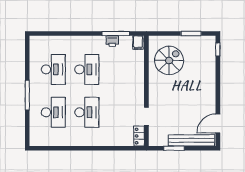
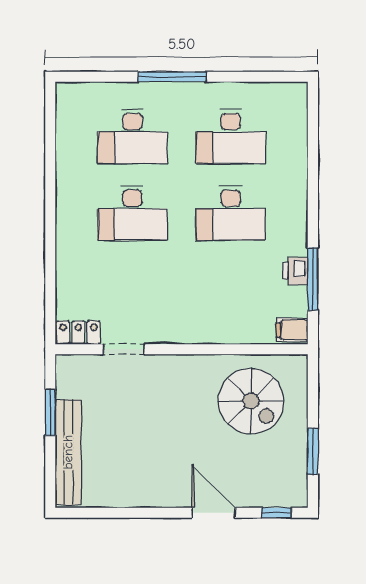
door: (218, 124) -> (213, 513), moved

